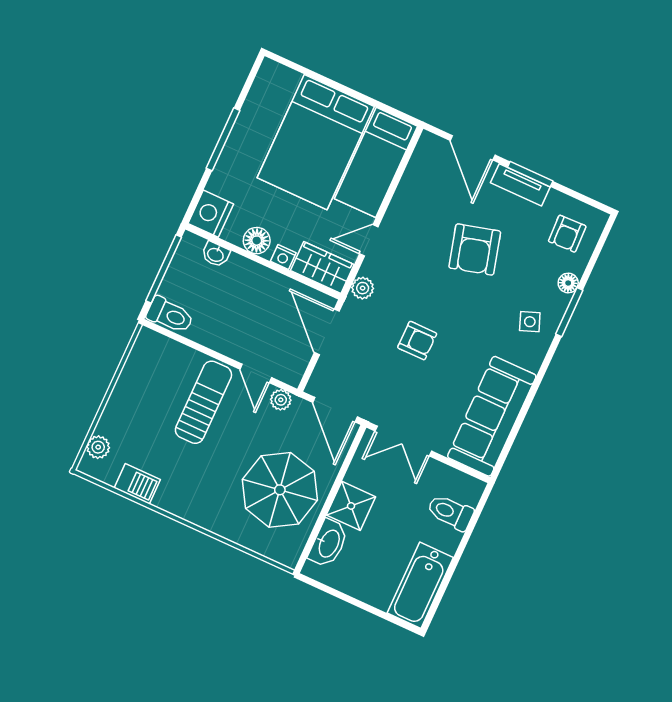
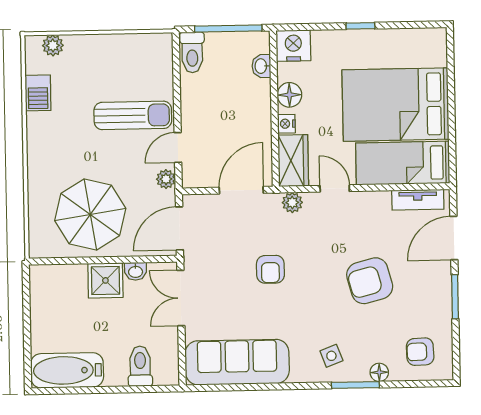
window: (223, 139) -> (360, 26), width x0.46
tv unit: (520, 185) -> (418, 200), moved, turned -90
washbasin: (328, 543) -> (136, 271), moved, width x0.52, depth x0.69

